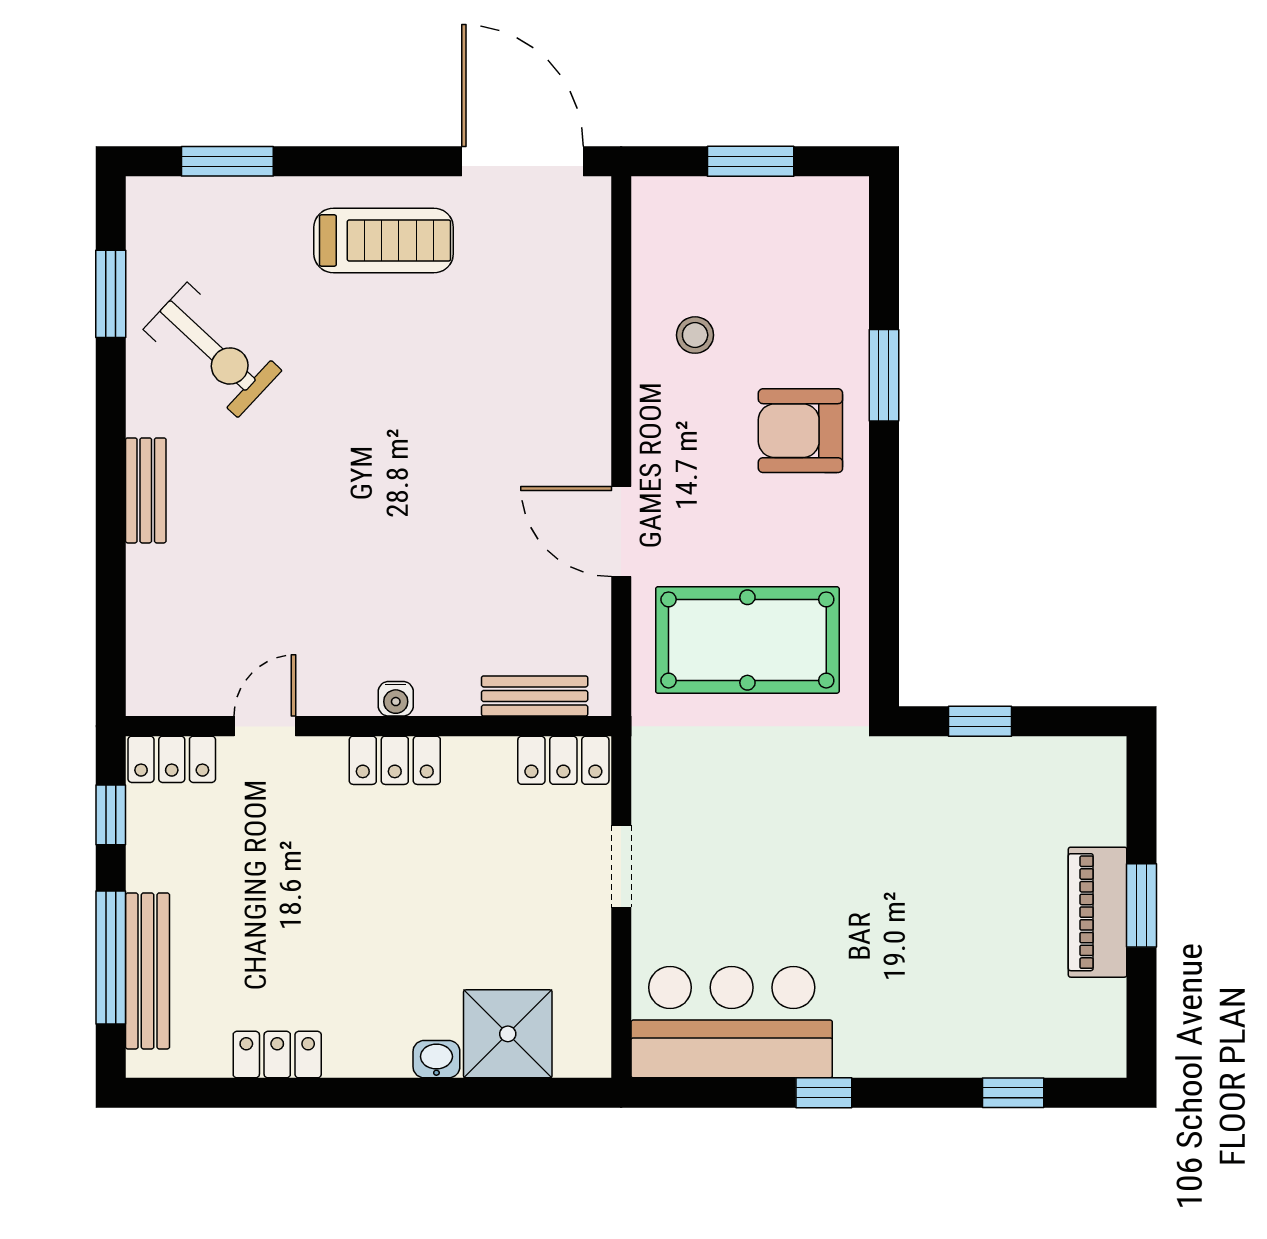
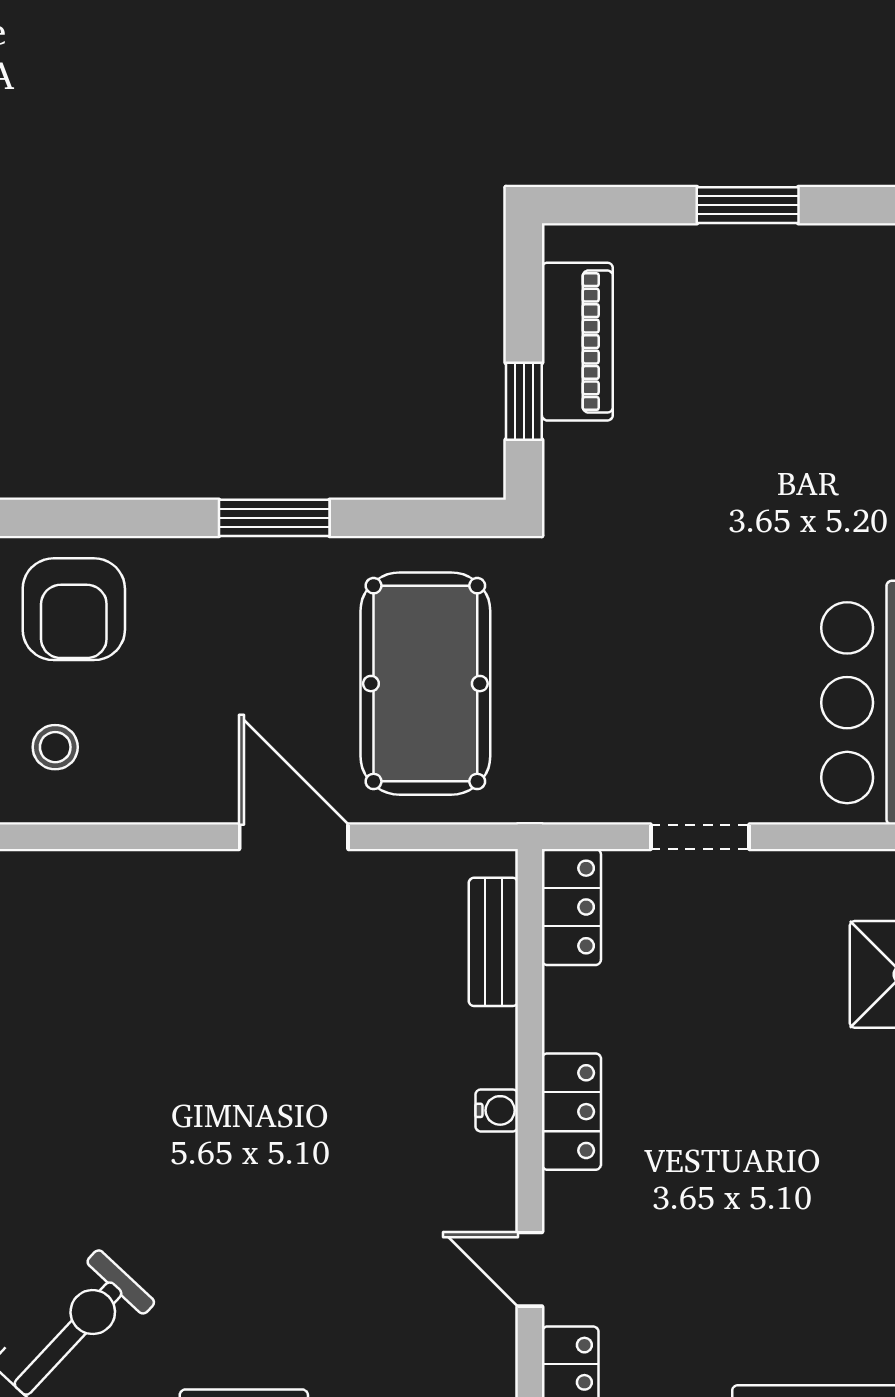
window: (884, 375) -> (274, 518), moved
armchair: (800, 431) -> (74, 609), moved
door: (621, 531) -> (294, 837), swing flipped
piano: (1098, 912) -> (577, 342), moved, turned -90

